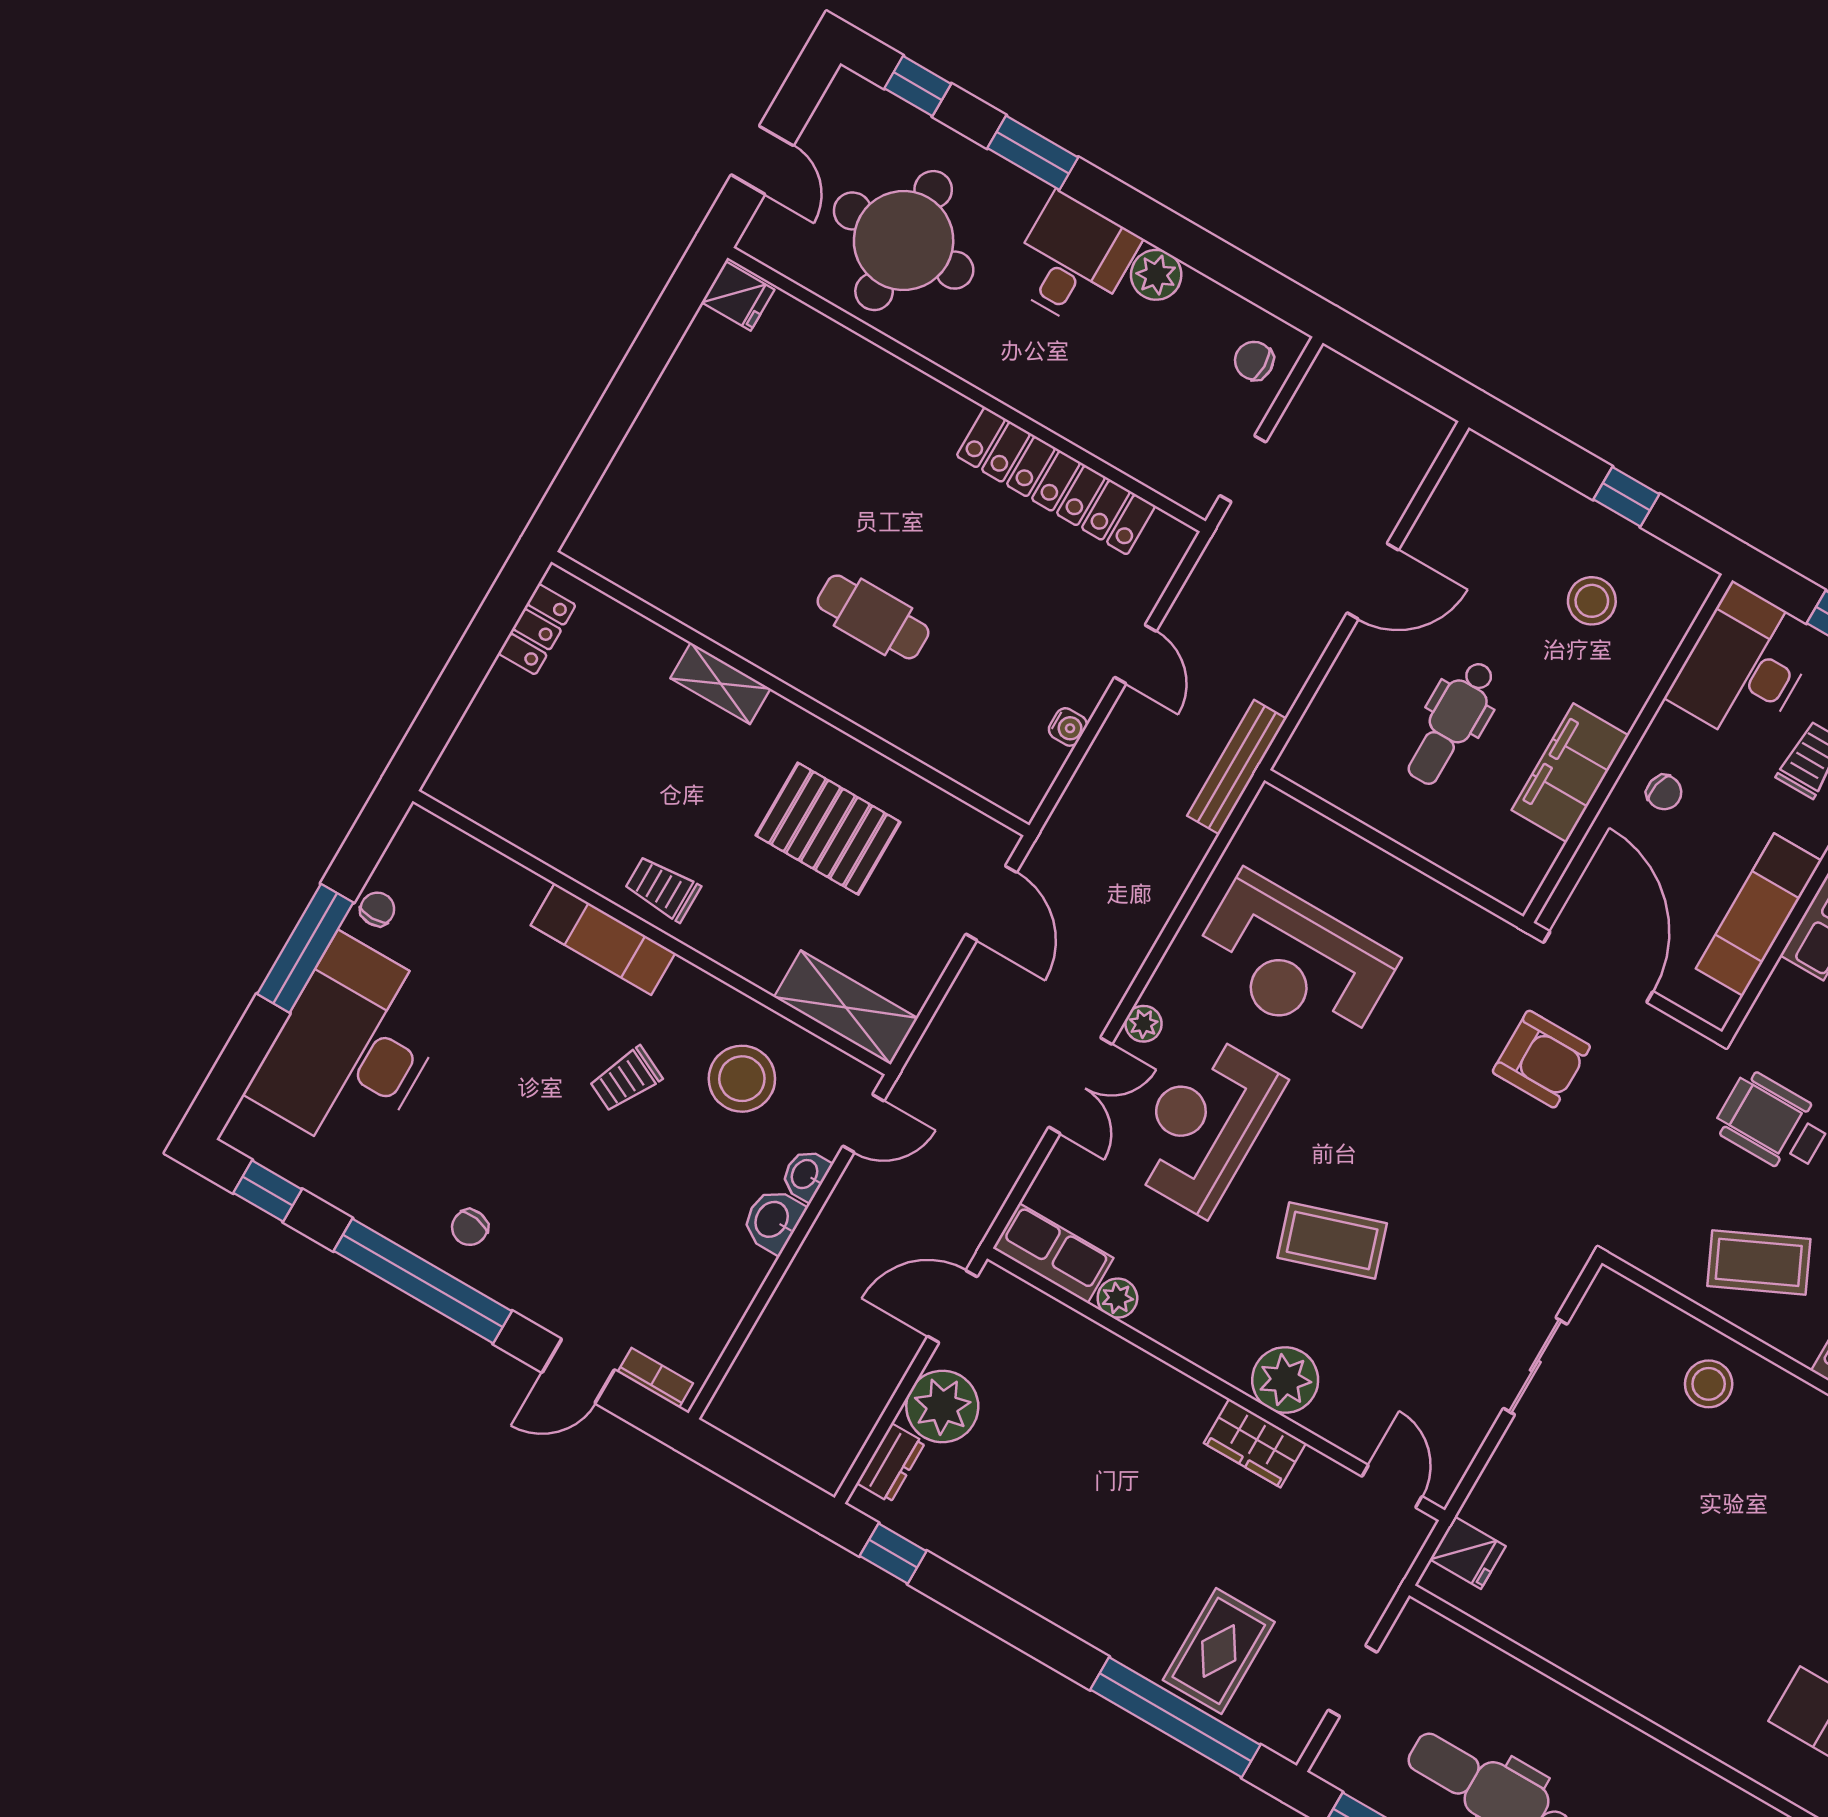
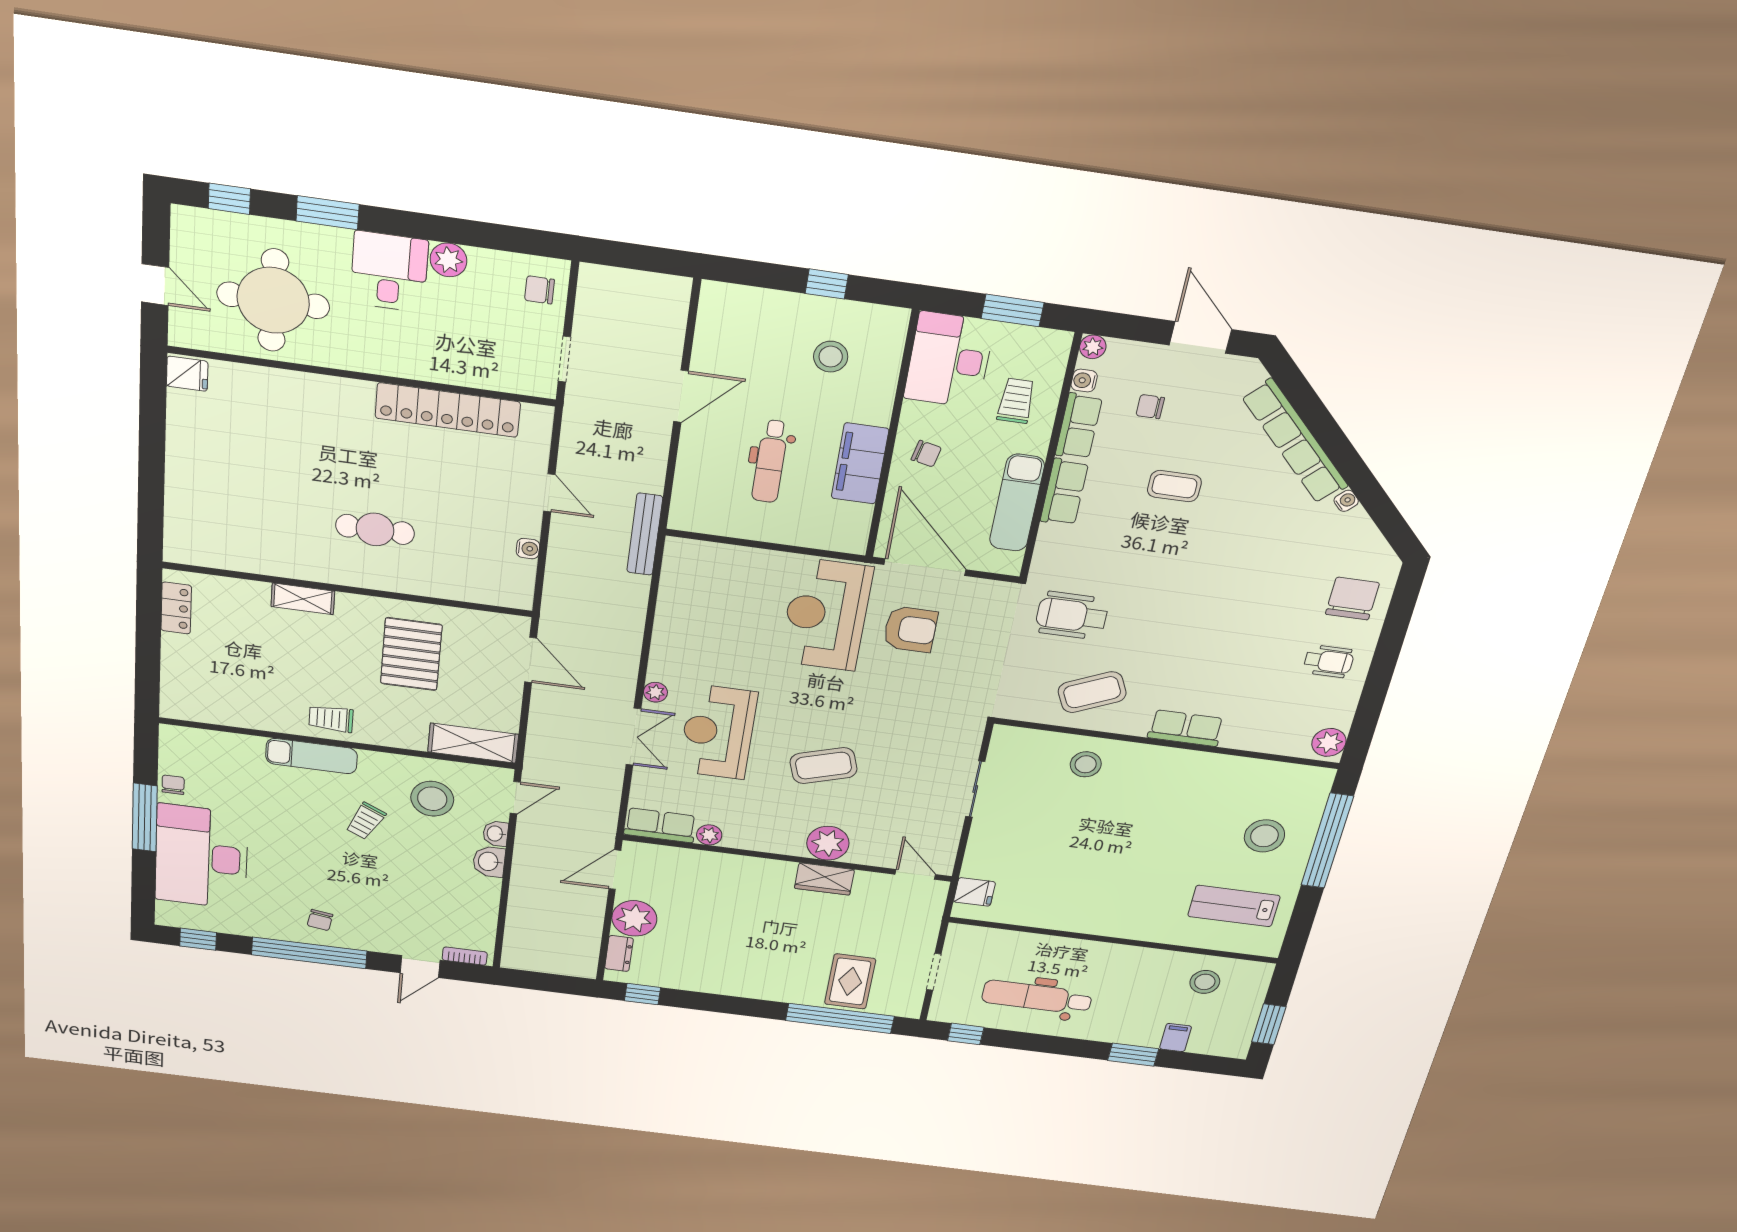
pallet: (828, 829) -> (411, 654), turned 90
reception desk: (1294, 962) -> (826, 615), moved, turned 90

